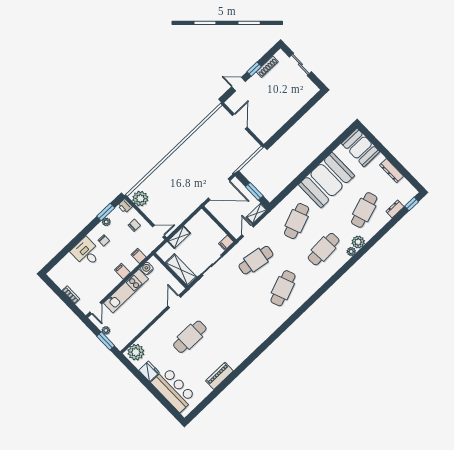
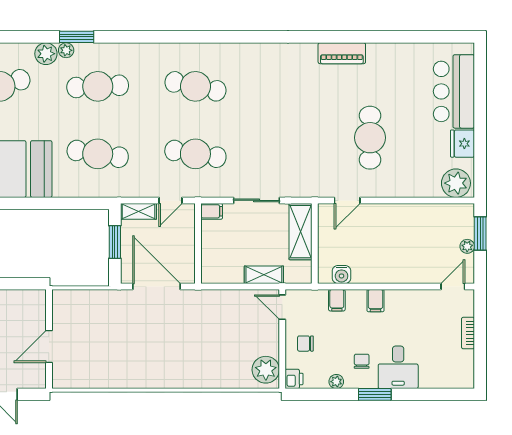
window: (106, 212) -> (375, 394), moved
cafe table: (297, 221) -> (98, 154), turned 30
window: (352, 261) -> (77, 37), added
cafe table: (283, 288) -> (195, 86), turned 33
kitchen unit: (126, 291) -> (395, 272), removed
cafe table: (190, 337) -> (370, 138), turned 90
piano: (219, 376) -> (342, 53), moved

